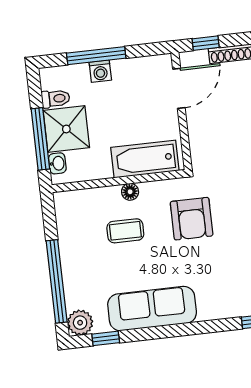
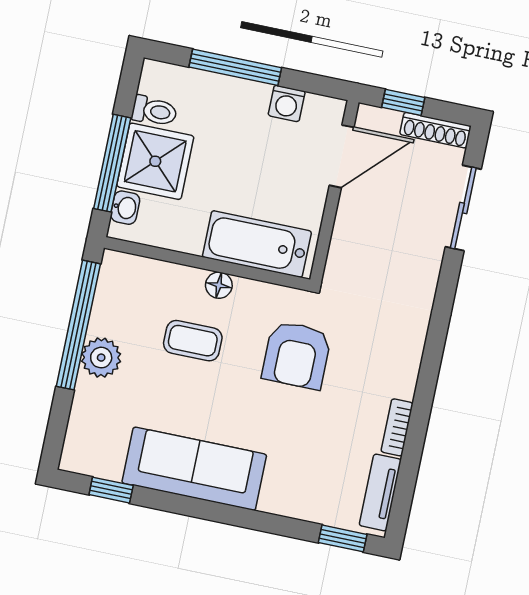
washing machine: (100, 71) -> (287, 103), moved
window: (57, 281) -> (78, 325), moved
plant: (80, 323) -> (101, 358), moved

